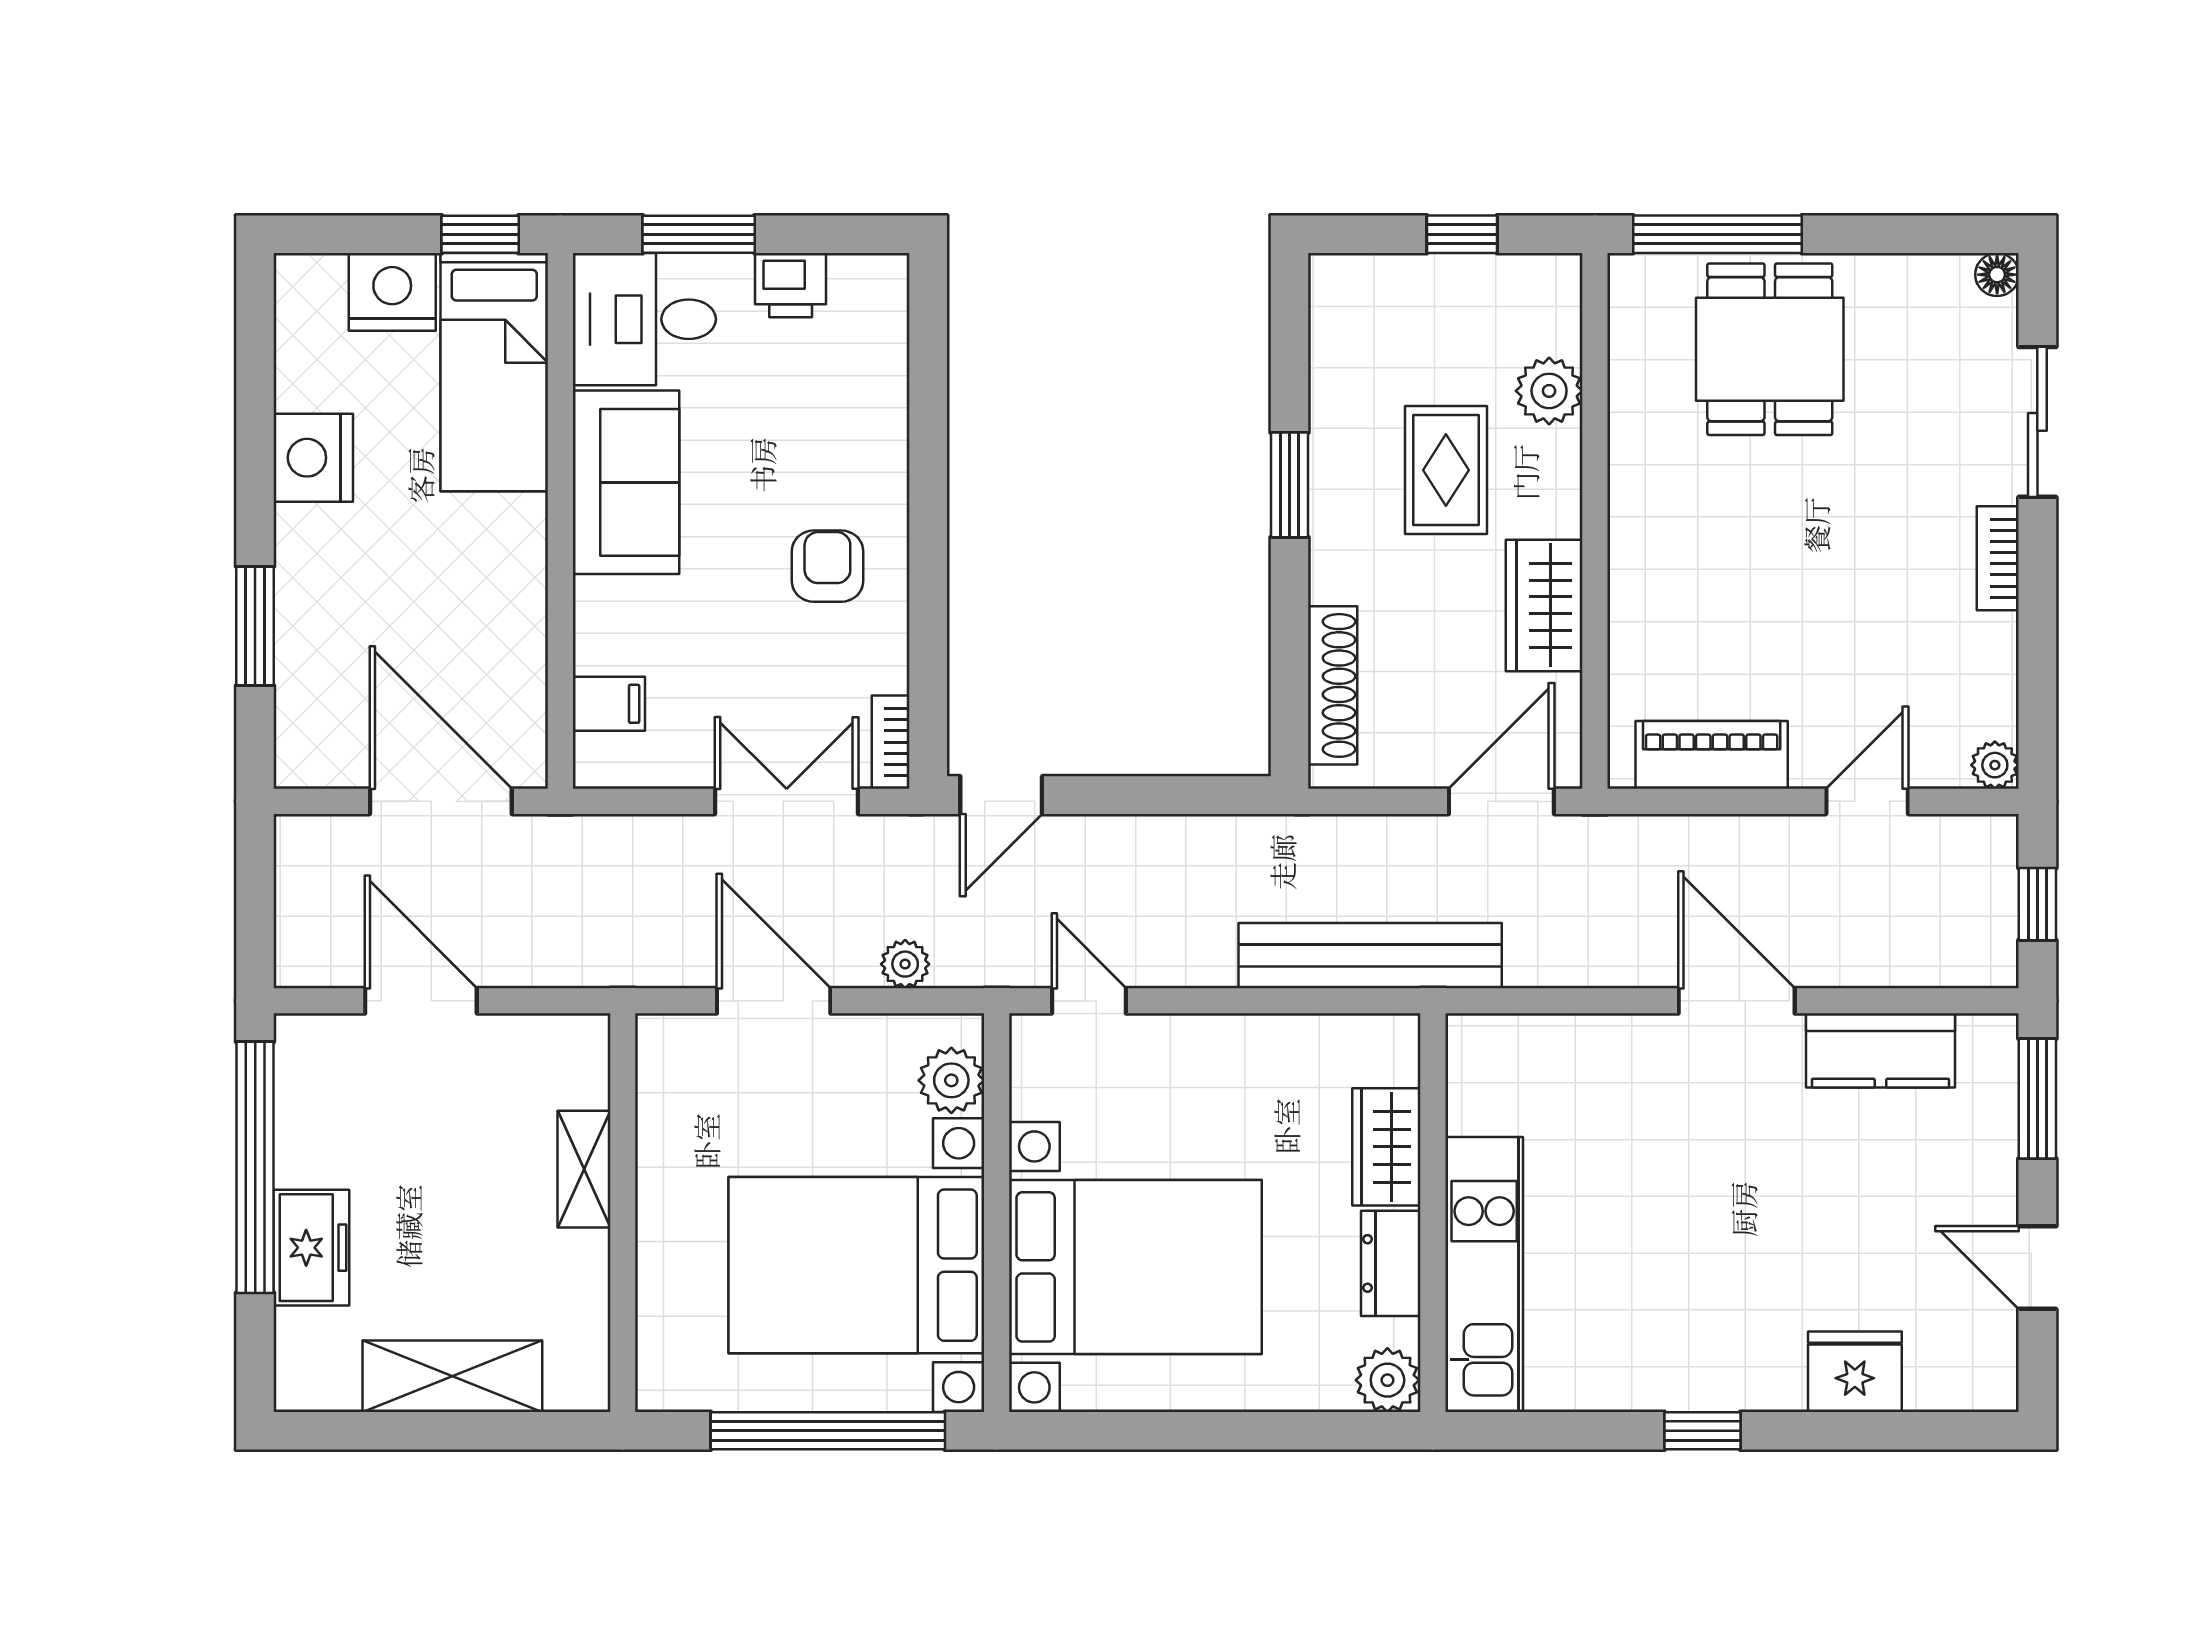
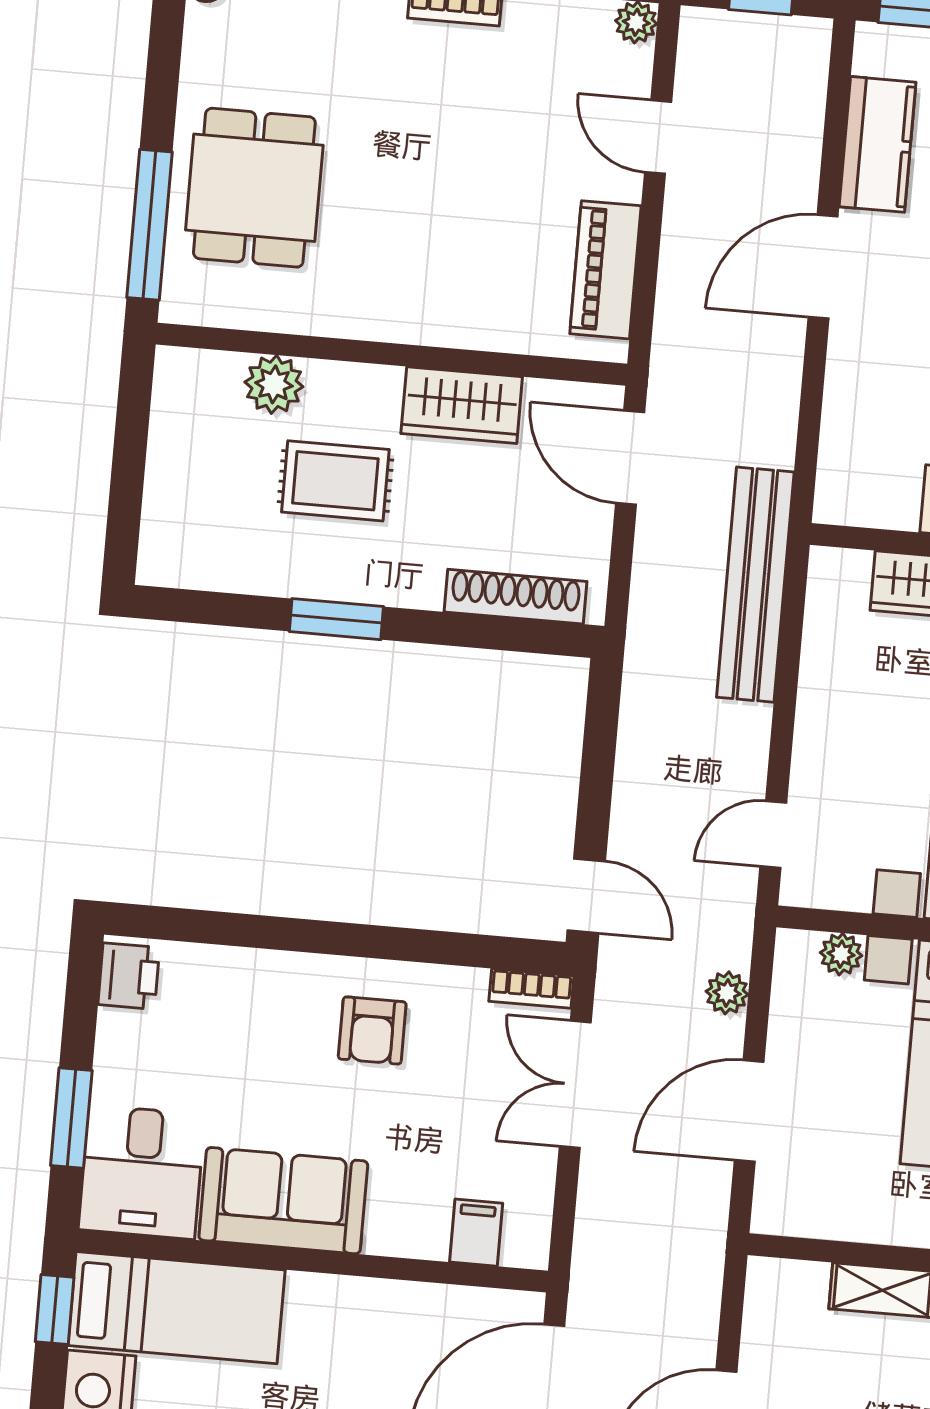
window: (1462, 234) -> (130, 449), removed
printer: (791, 285) -> (129, 976), moved
dining table: (1770, 349) -> (254, 188), turned 90
armchair: (827, 566) -> (372, 1030), turned -90
plant: (951, 1080) -> (841, 954), width x0.73, depth x0.73

